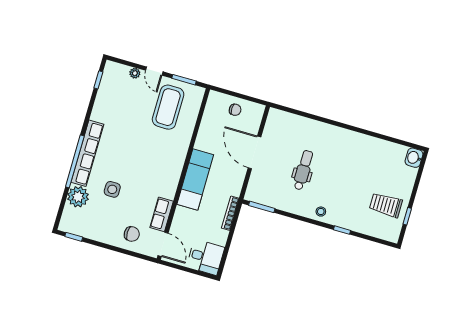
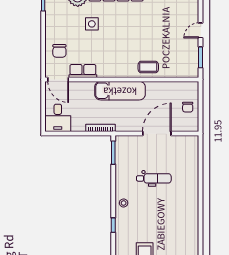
plant: (135, 73) -> (194, 15), removed
coffee table: (168, 107) -> (148, 67), moved, width x0.54, depth x0.58
door: (163, 244) -> (58, 79), hinge flipped

